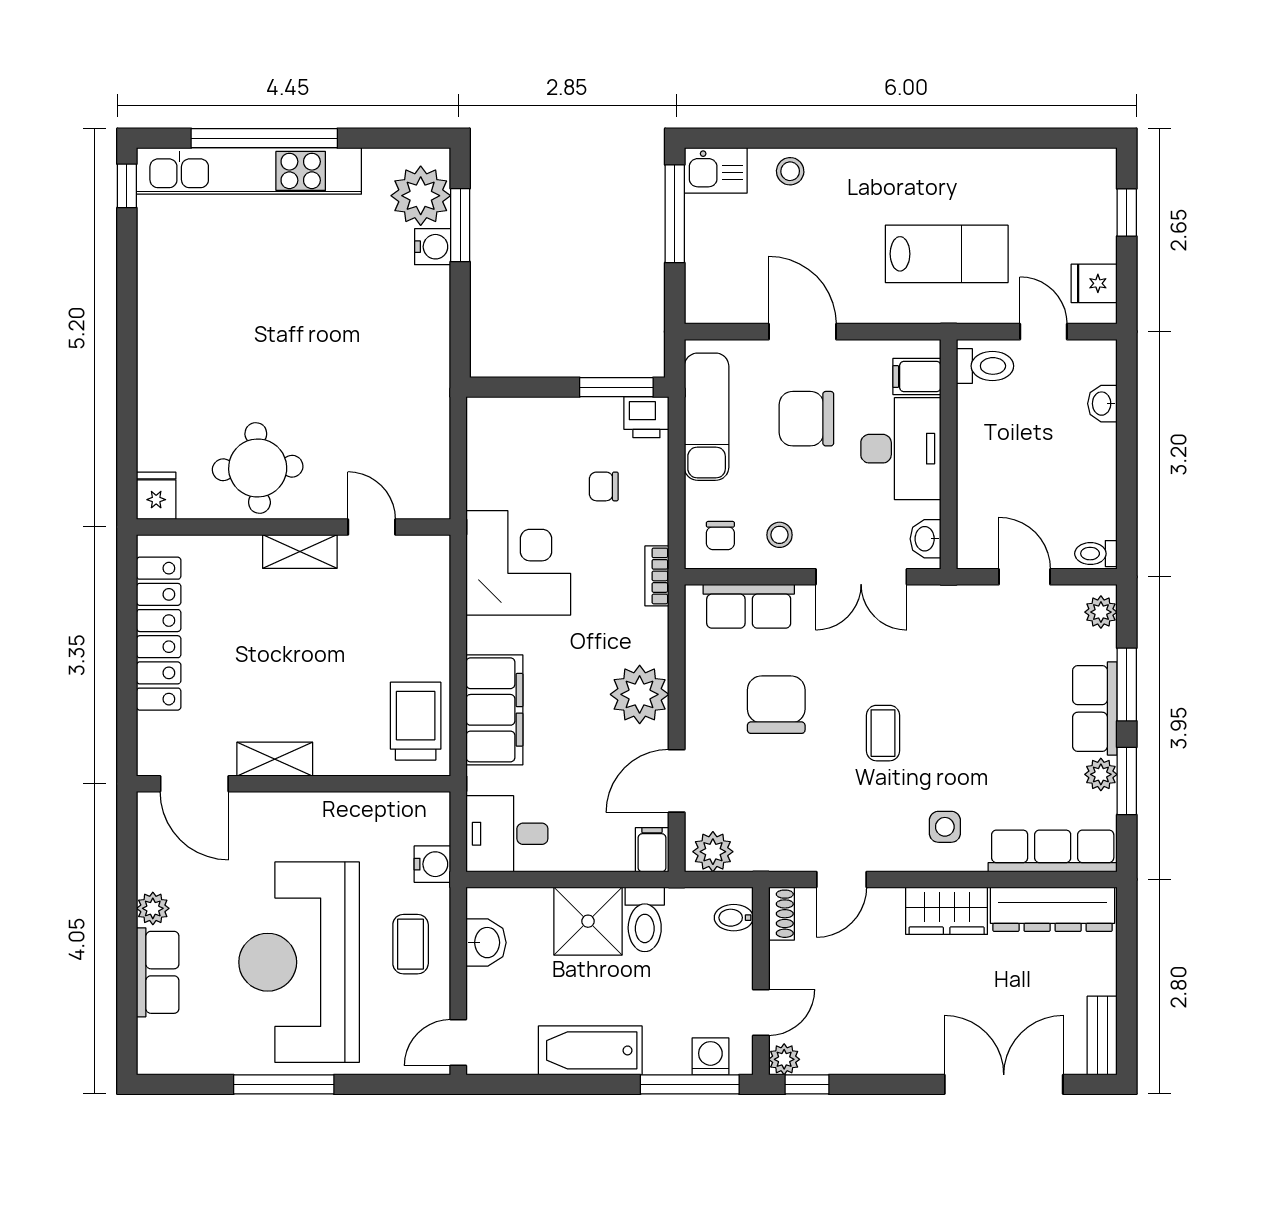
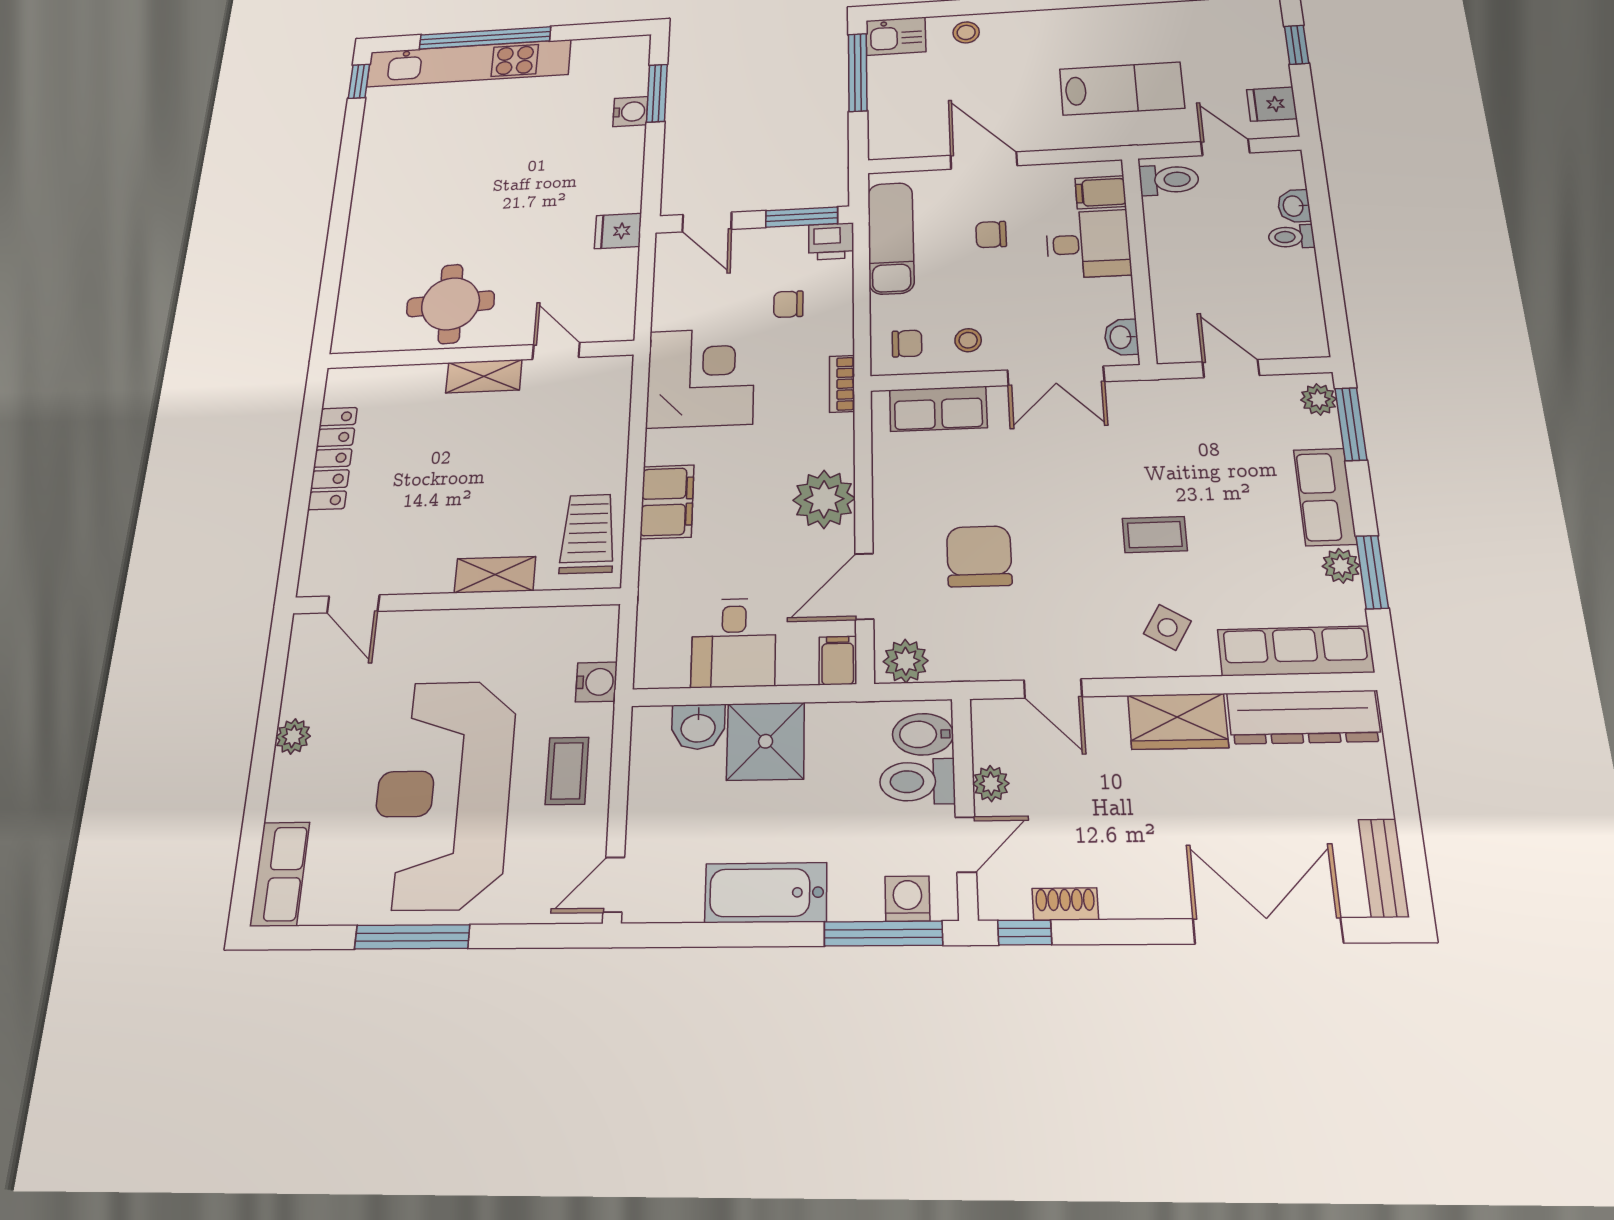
plant: (421, 196) -> (622, 73), removed
door: (519, 387) -> (707, 222), added
chair: (806, 419) -> (991, 235), width x0.54, depth x0.54
desk: (901, 449) -> (1088, 244), width x0.73
fridge: (156, 496) -> (618, 231), moved, turned -90
chair: (720, 536) -> (907, 344), turned -90
toilet: (1096, 554) -> (1291, 237), moved
locker: (159, 634) -> (333, 458), width x0.71, depth x0.83
window: (1127, 685) -> (1351, 424), moved
chair: (776, 705) -> (979, 556), moved
filing cabinet: (494, 710) -> (667, 502), width x0.67, depth x0.86
coffee table: (883, 733) -> (1155, 535), moved, turned 90
shelving: (275, 759) -> (495, 575), moved
door: (194, 784) -> (353, 604), width x0.73
side table: (945, 827) -> (1167, 627), turned 31
desk: (507, 834) -> (734, 643), moved, turned -90
door: (842, 879) -> (1053, 688), hinge flipped
shoe rack: (781, 914) -> (1065, 904), moved, turned -90
bidet: (734, 918) -> (923, 734), width x1.38, depth x1.36
toilet: (645, 919) -> (917, 782), moved, turned 90
washbasin: (486, 943) -> (698, 727), moved, turned 90
row of seats: (158, 972) -> (280, 874), moved
plant: (784, 1059) -> (991, 784), moved

